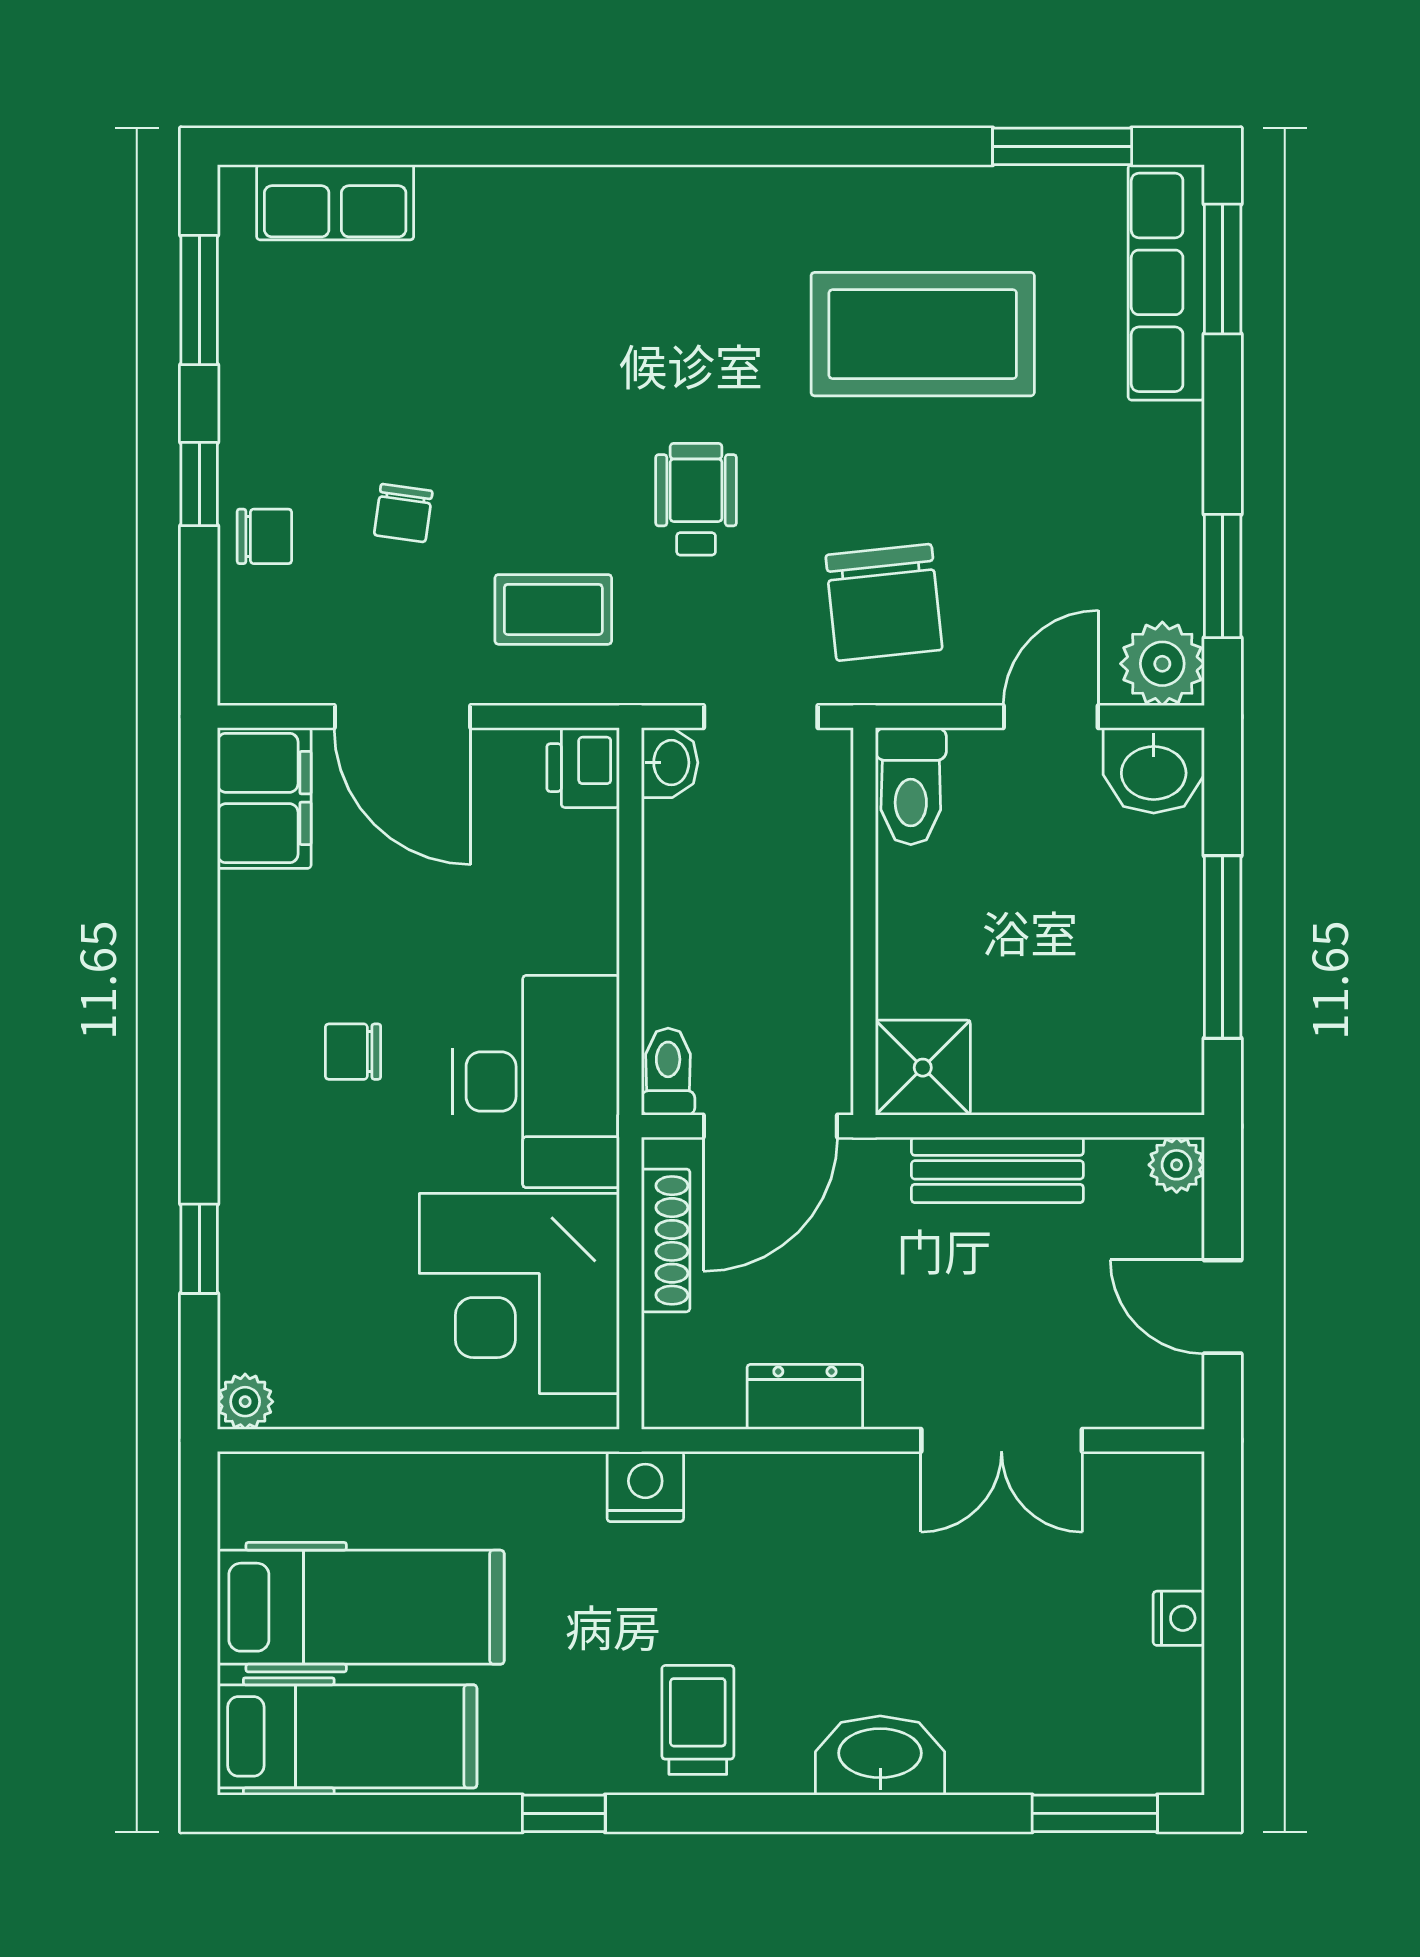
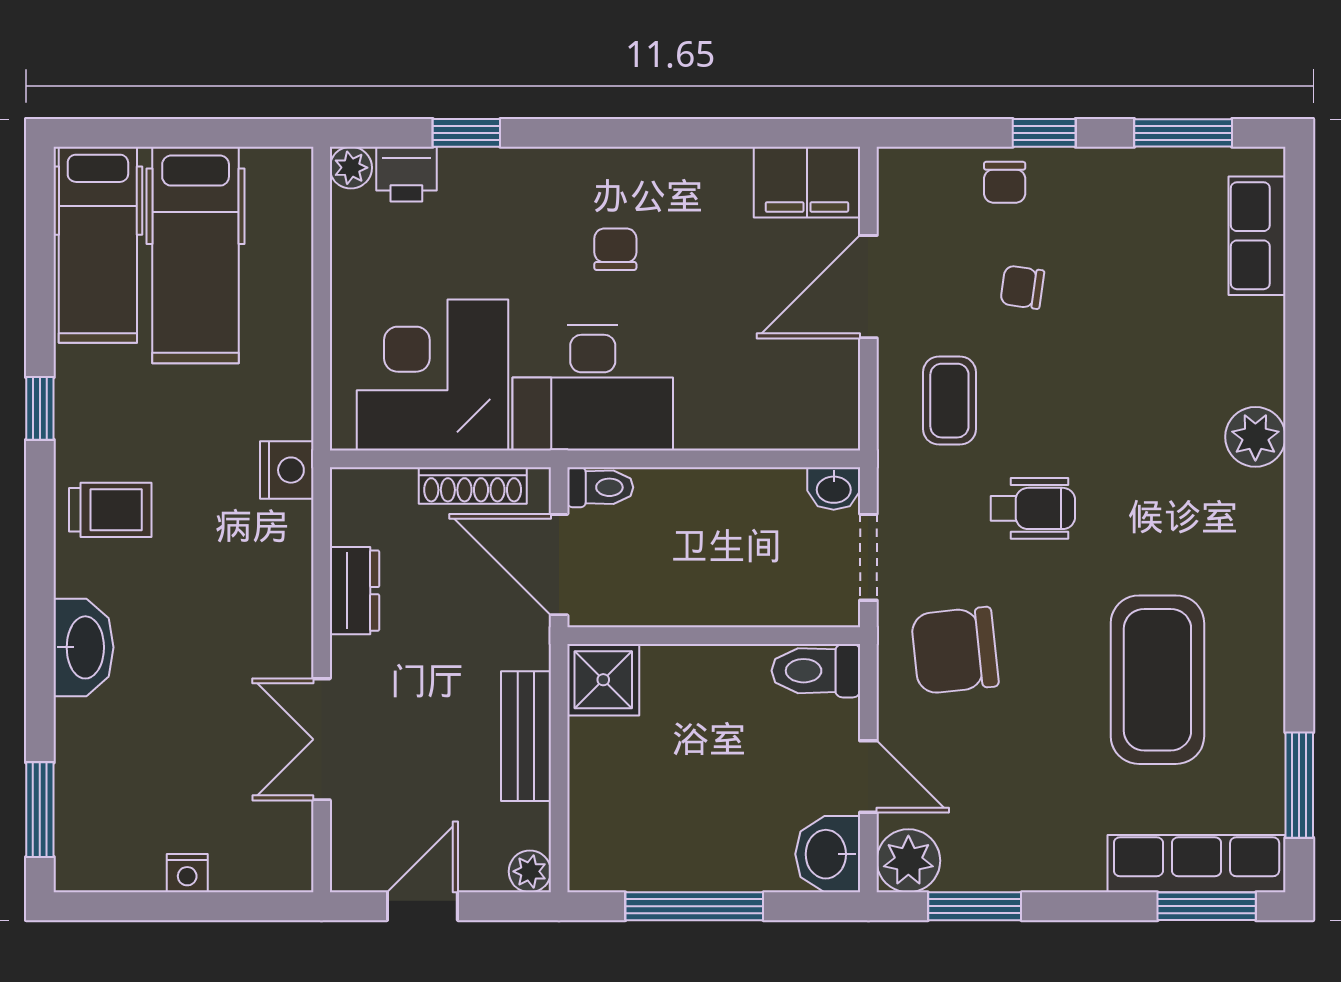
plant: (601, 204) -> (1255, 437), added
printer: (583, 768) -> (406, 174), moved, turned 180

